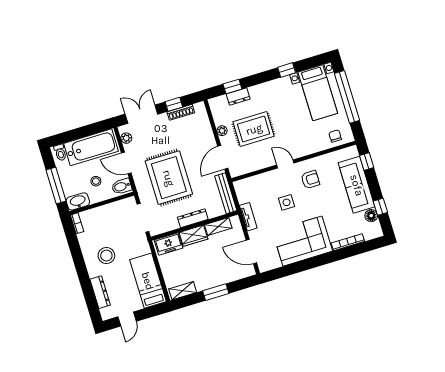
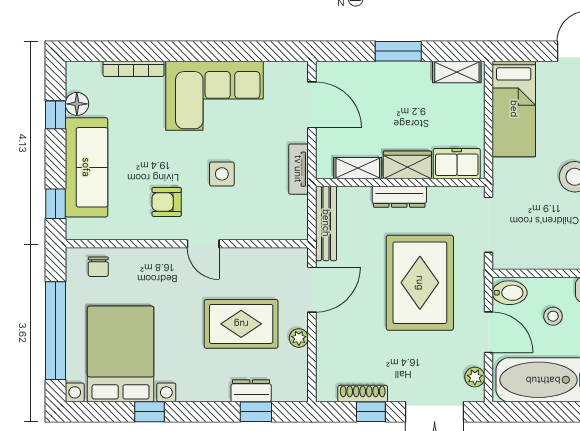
bed with nightstands: (318, 93) -> (121, 354), width x1.36

